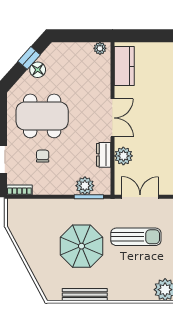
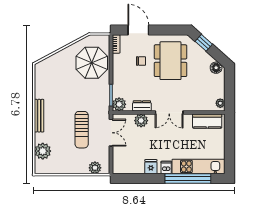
window: (29, 58) -> (204, 43), moved
floor lamp: (38, 70) -> (216, 68), moved
plant: (85, 186) -> (119, 104), moved
parasol: (82, 246) -> (92, 63), moved
bench: (85, 295) -> (39, 116), moved

